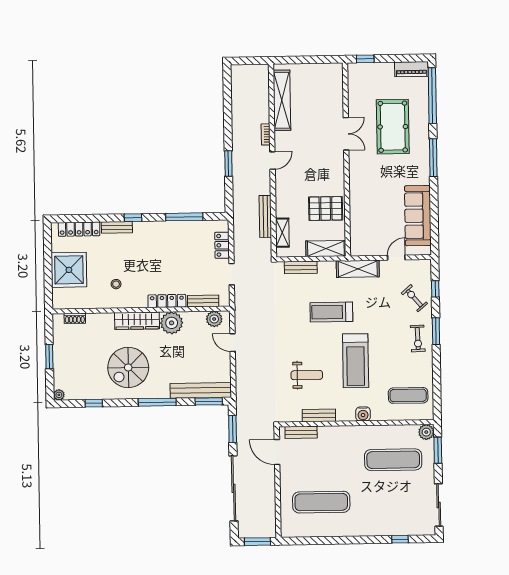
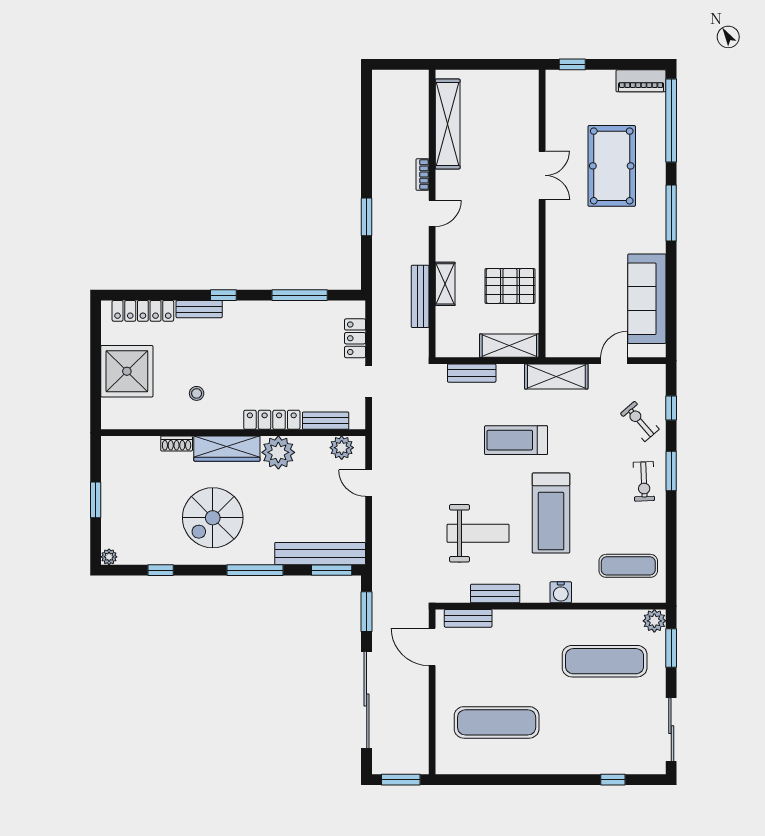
shelving: (282, 233) -> (445, 284), moved
shoe rack: (75, 318) -> (177, 443), moved
weight bench: (307, 375) -> (478, 533), width x1.36, depth x1.33

